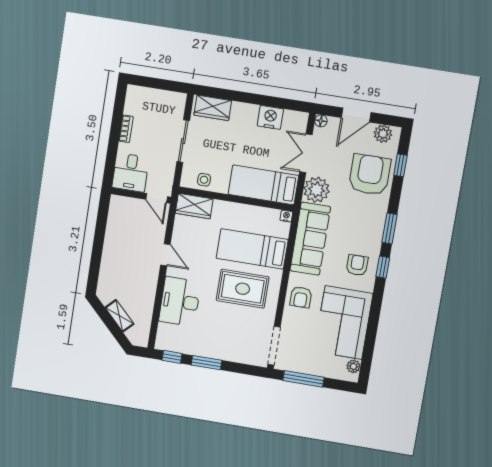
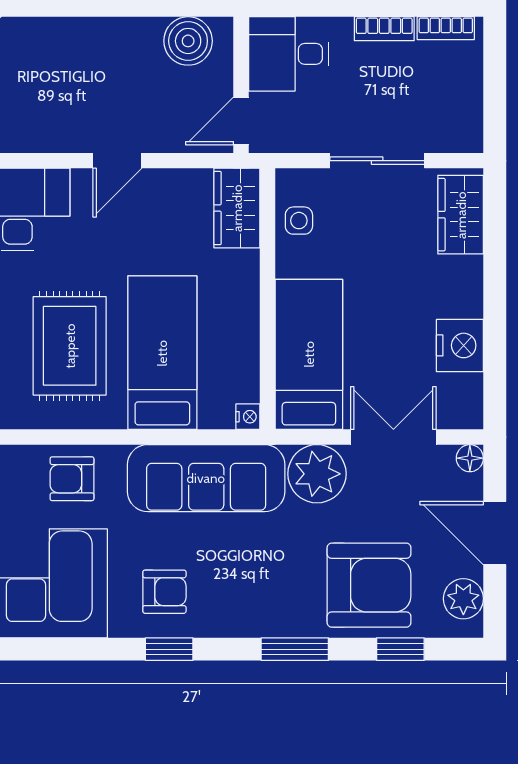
bookcase: (130, 101) -> (446, 28), added
boiler: (118, 216) -> (188, 41), added
window: (389, 228) -> (295, 649), moved

